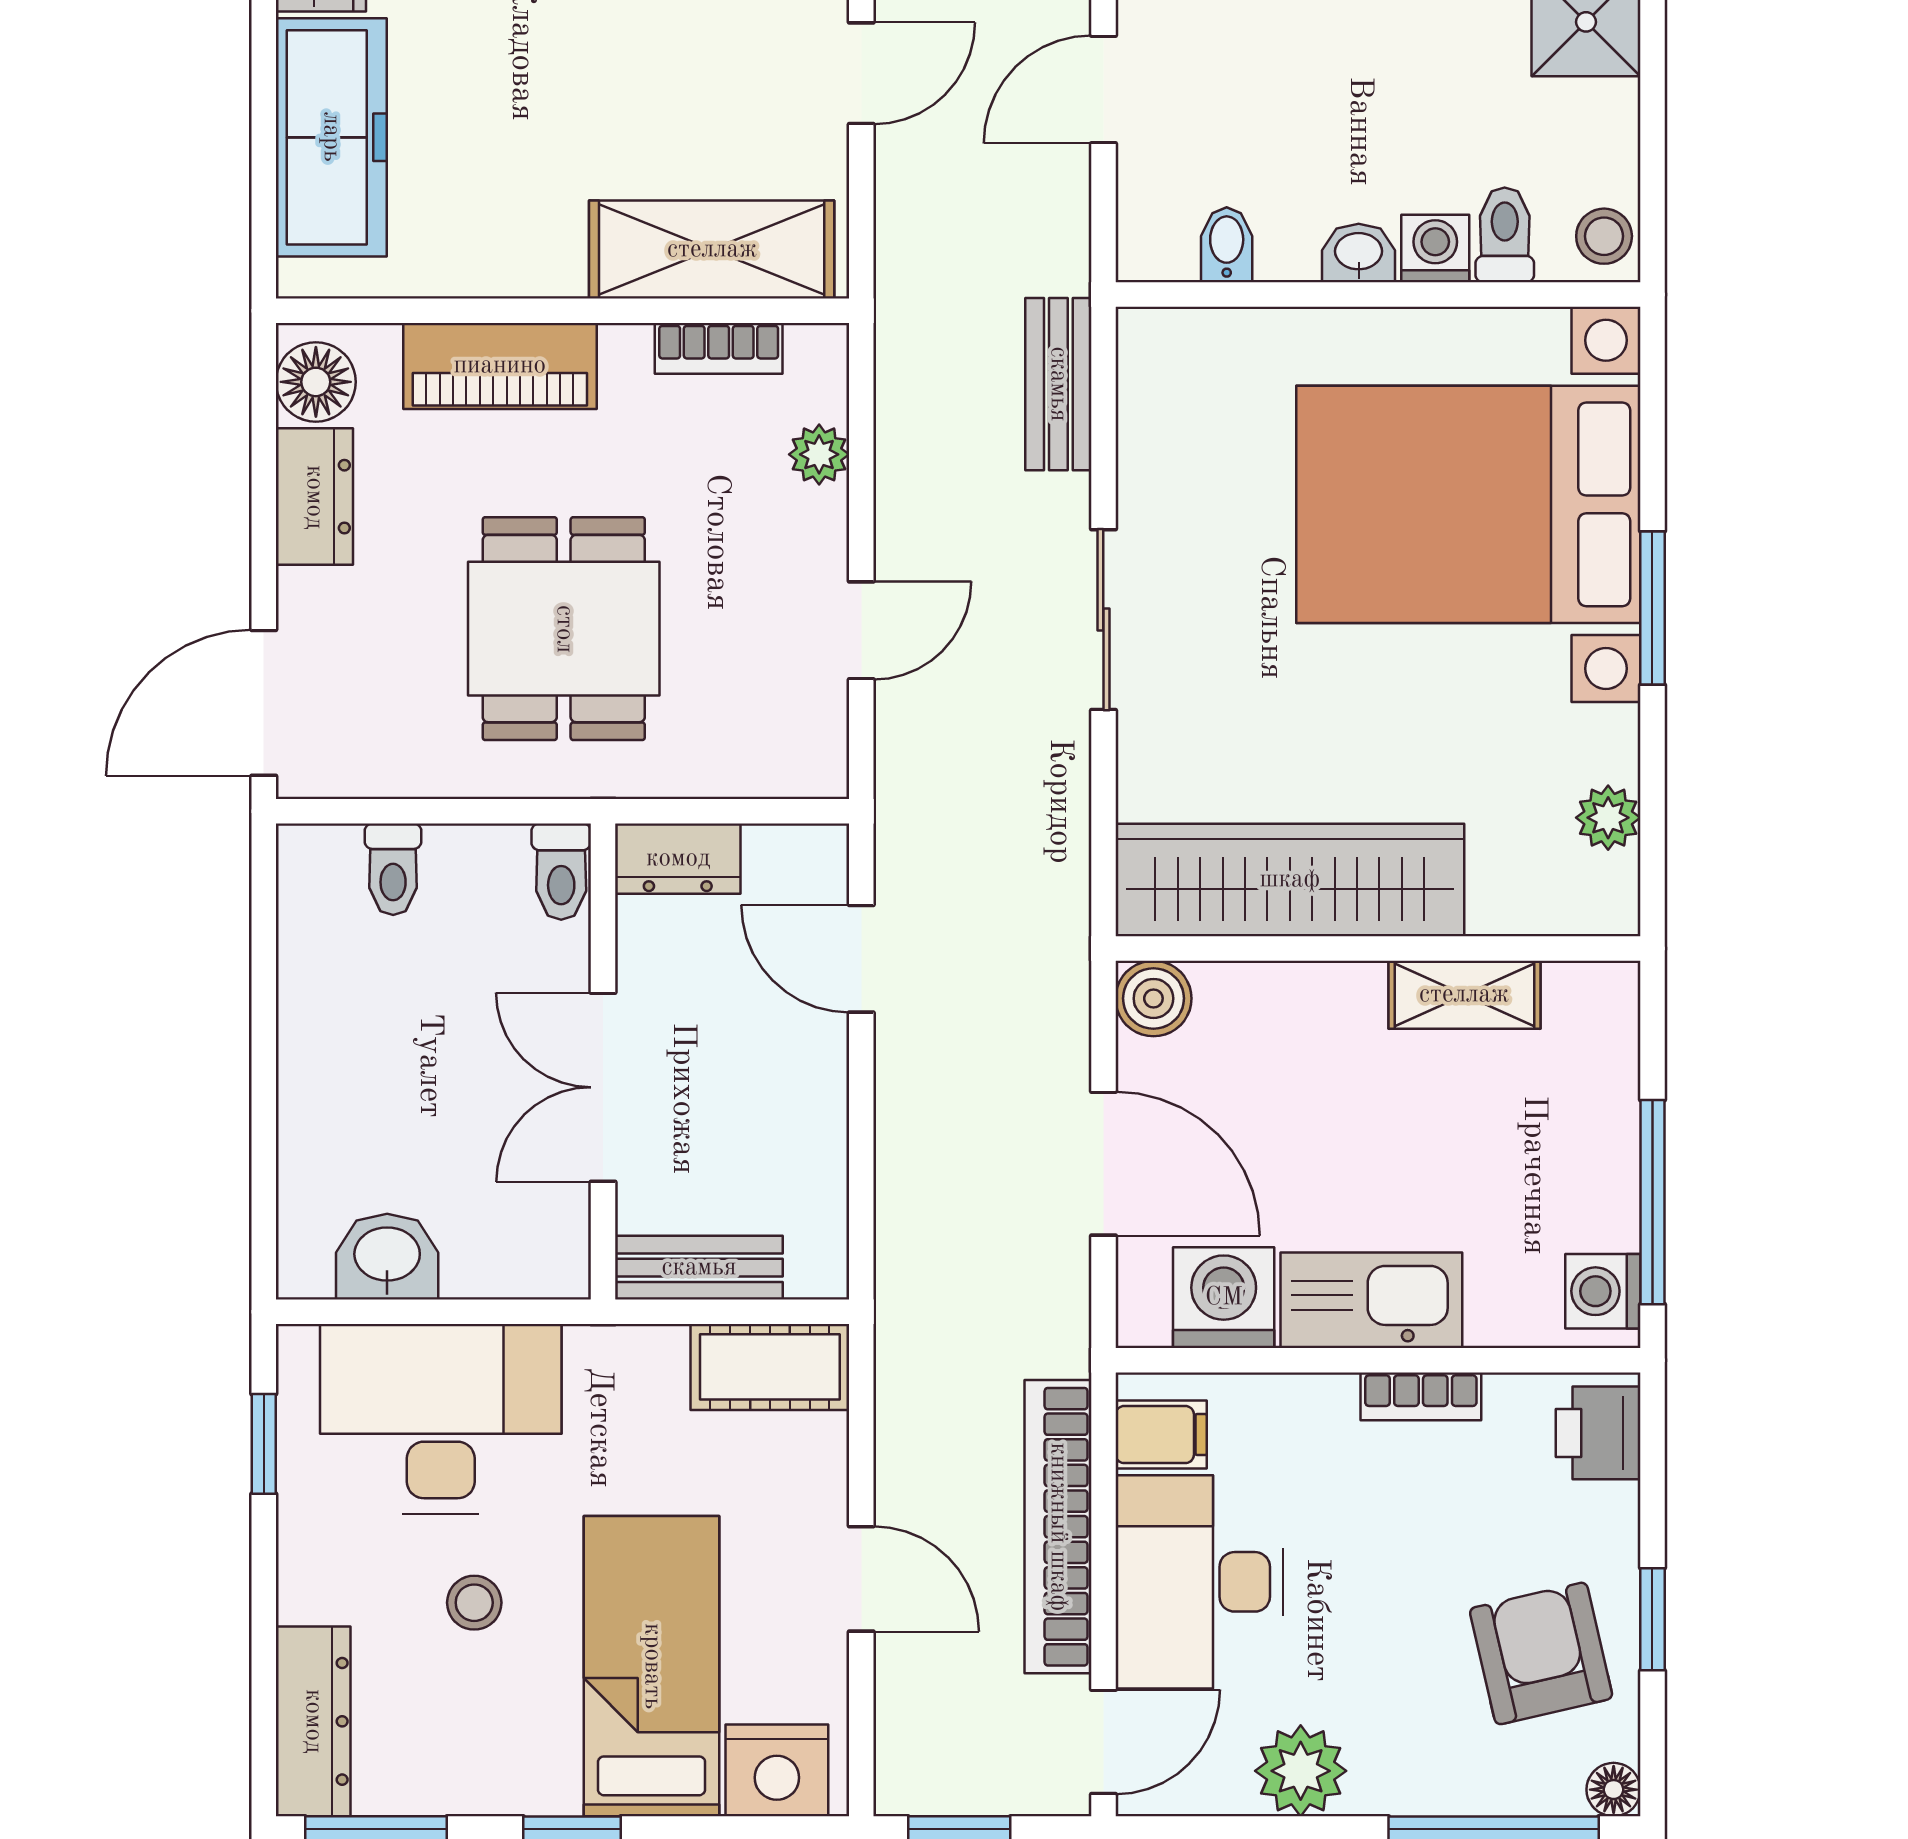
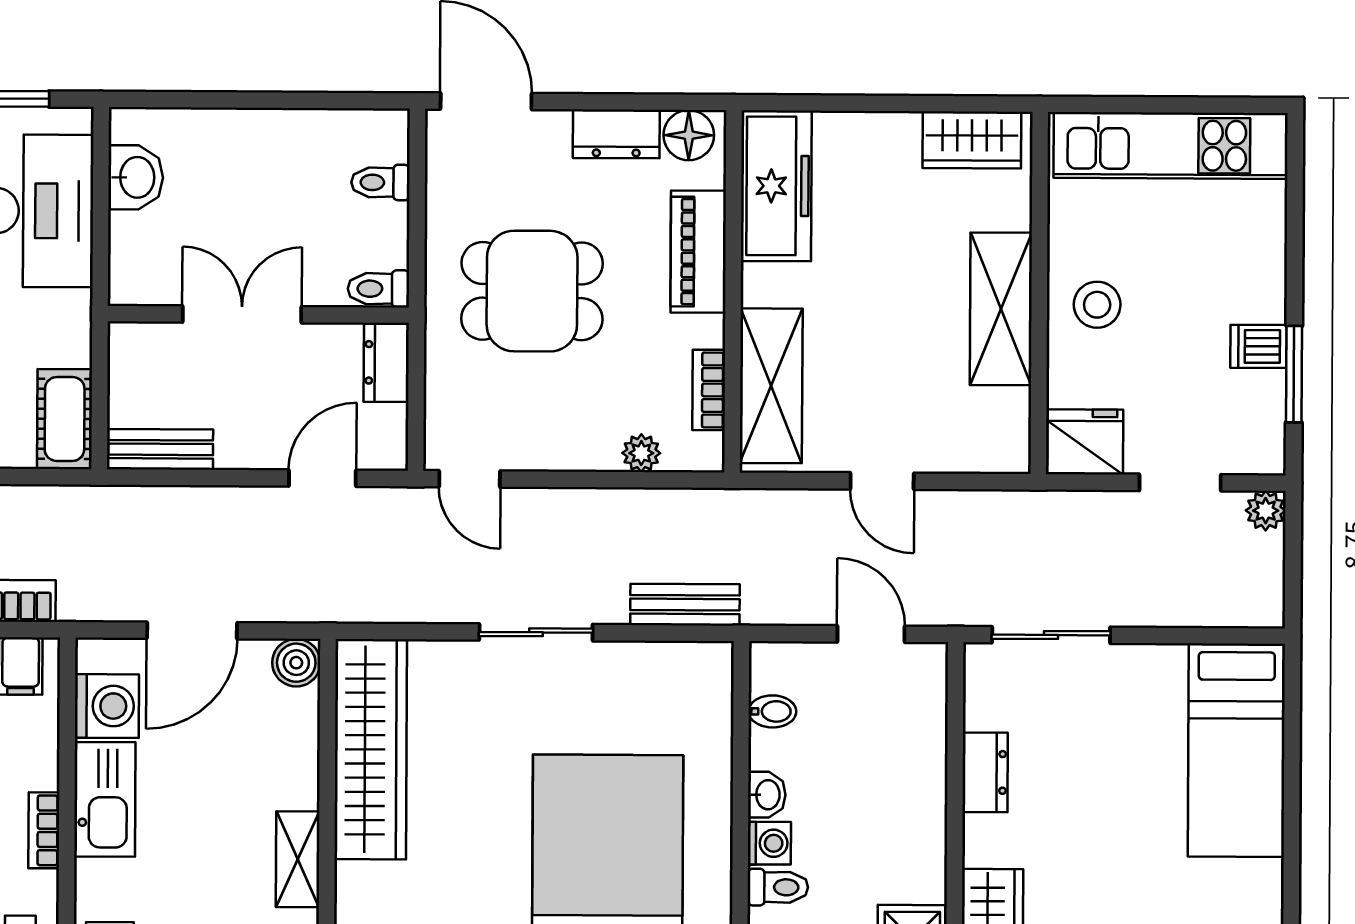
freezer: (331, 137) -> (776, 186), moved, turned -90
door: (861, 630) -> (470, 479), moved
bench: (699, 1268) -> (160, 449), moved, turned 90

